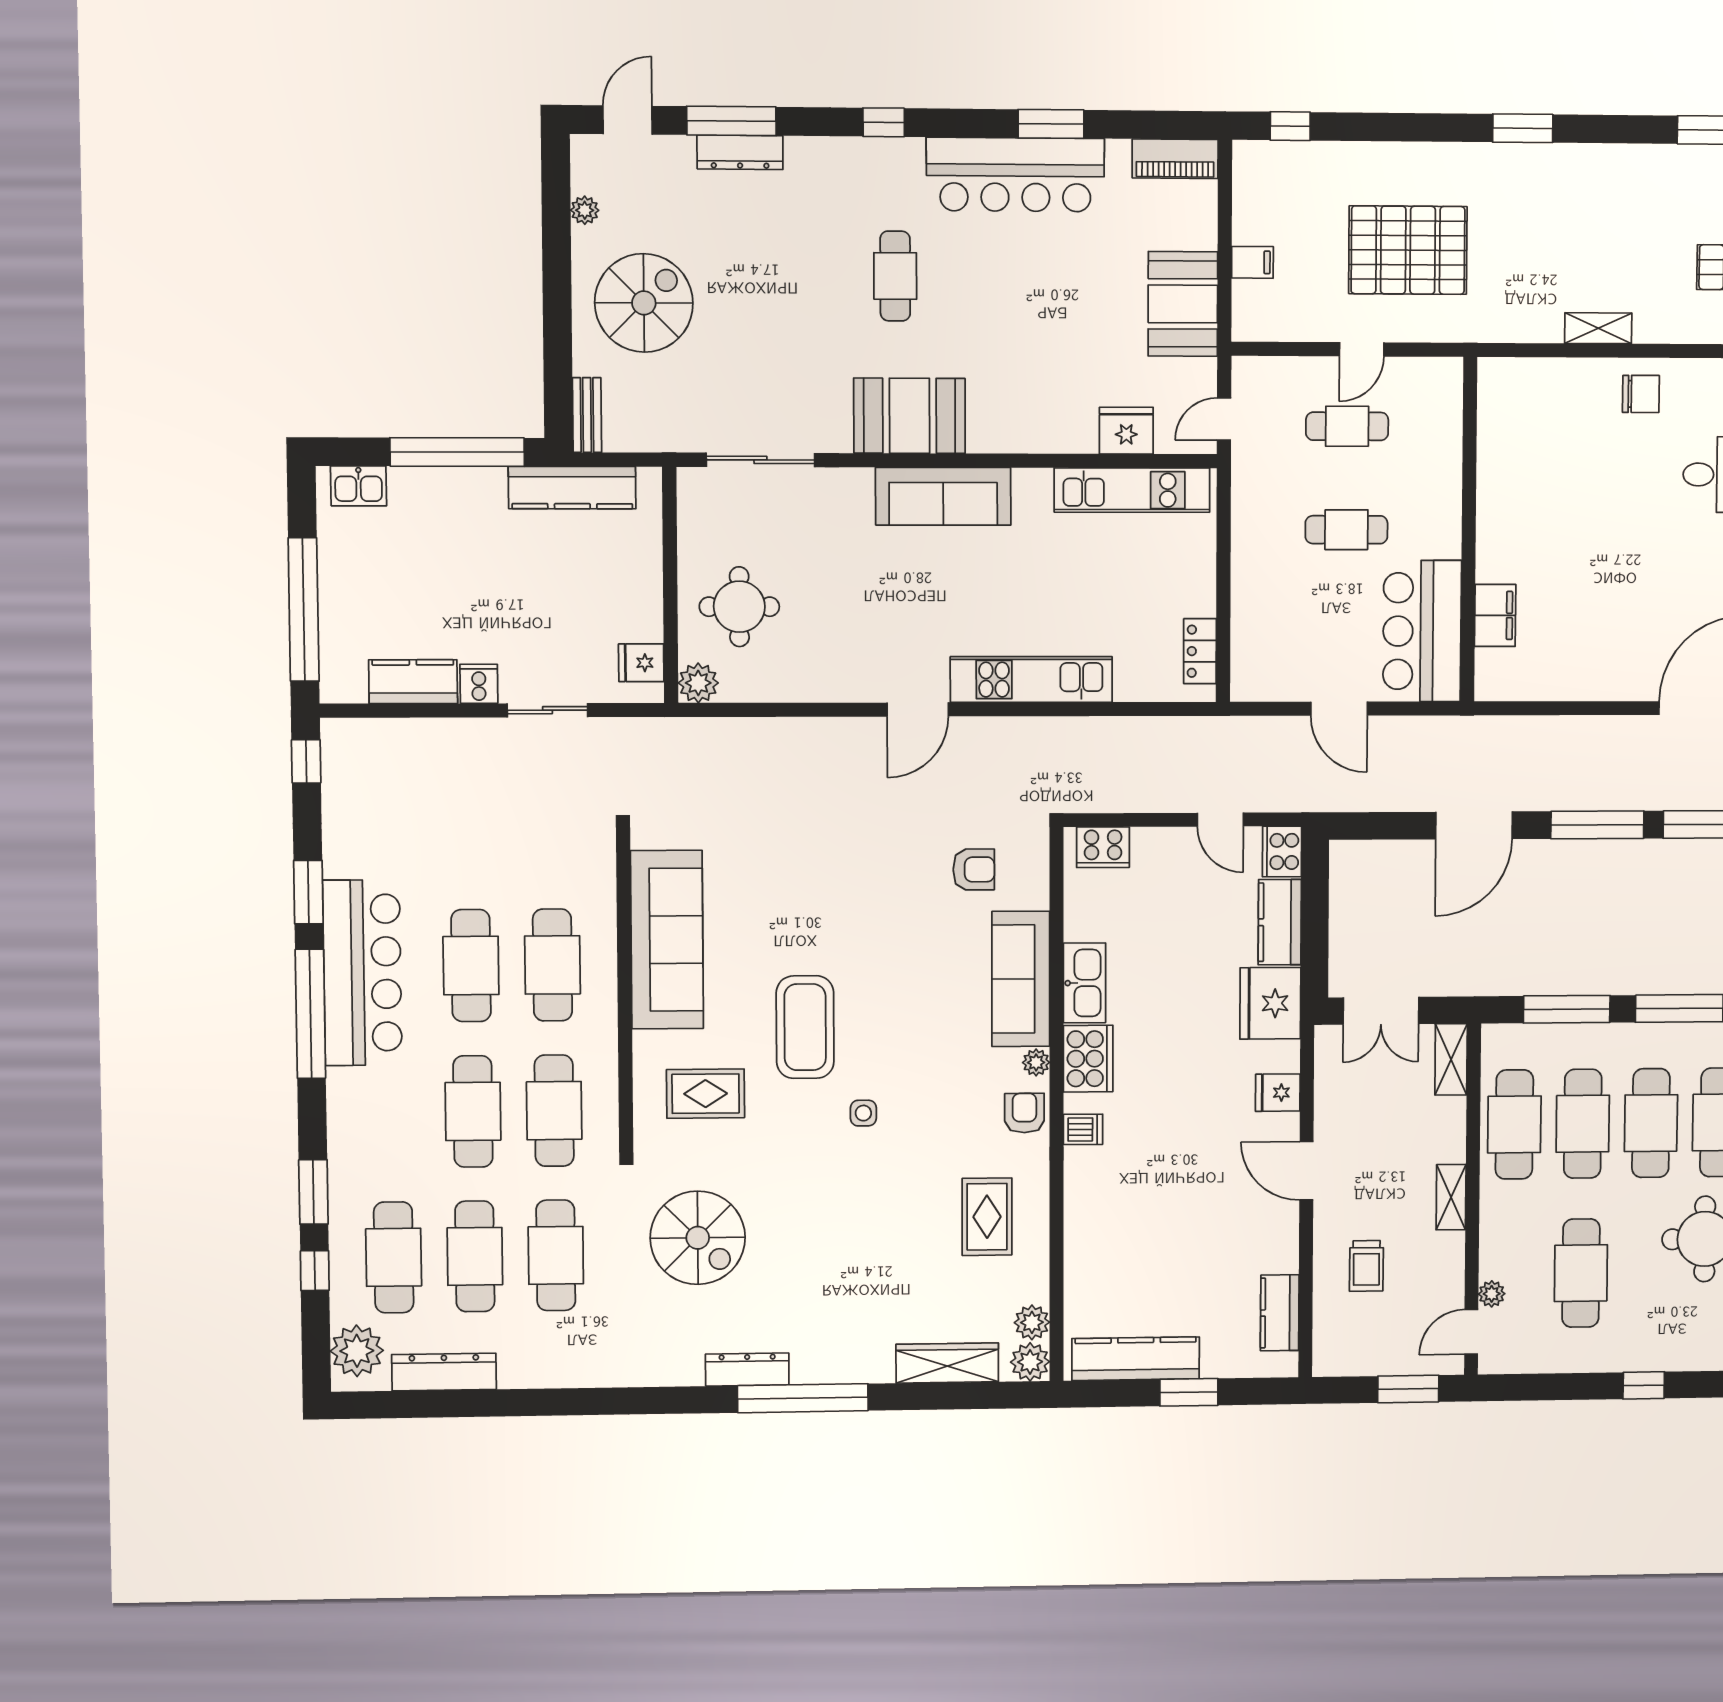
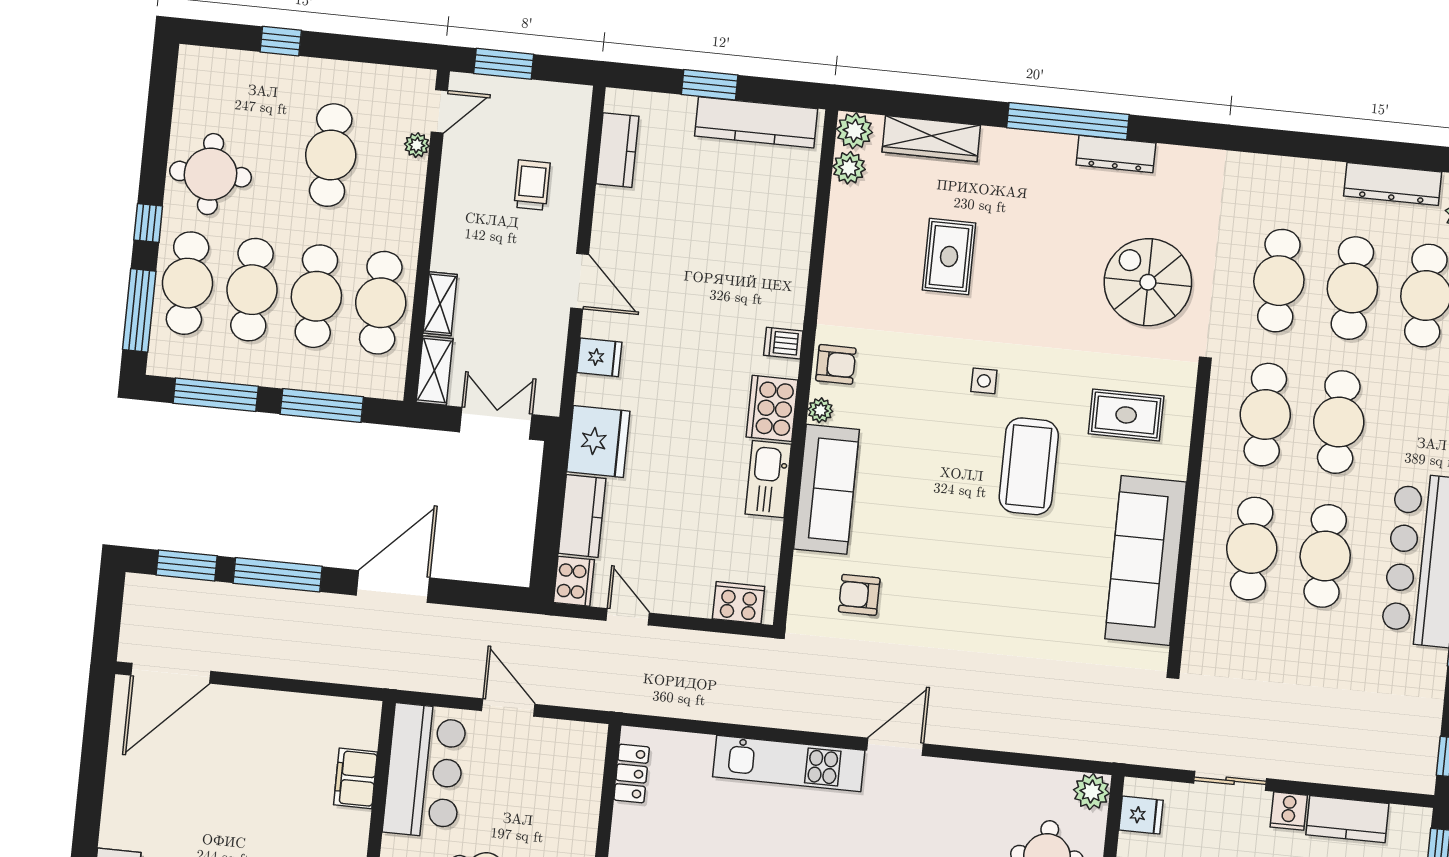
armchair: (1024, 1113) -> (836, 364), turned -90
shelving: (1451, 1197) -> (440, 304), moved
rug: (987, 1217) -> (949, 257), moved

